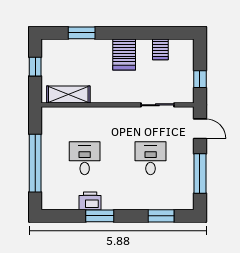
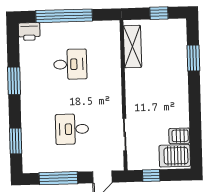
server rack: (124, 55) -> (175, 156), moved
desk: (151, 158) -> (72, 129), turned 180
printer: (90, 201) -> (29, 32), moved, turned 90

